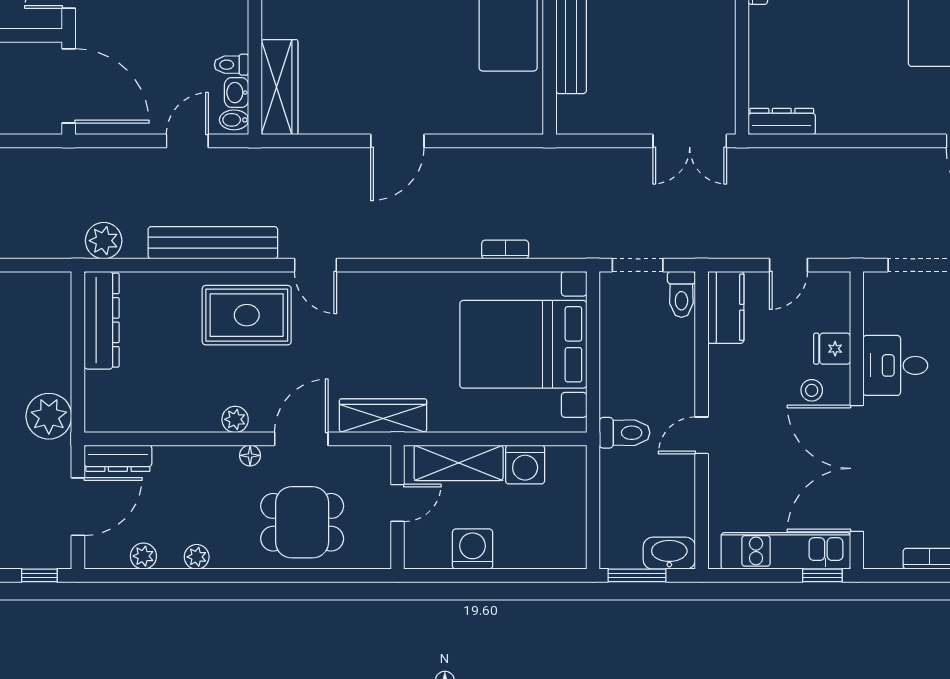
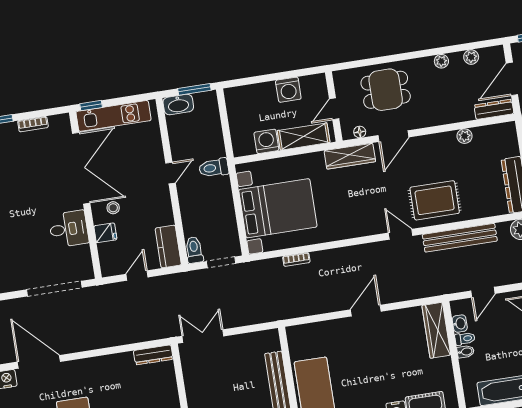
bidet: (234, 120) -> (466, 352), moved
plant: (235, 419) -> (465, 136), moved
floor lamp: (250, 455) -> (360, 132), moved

